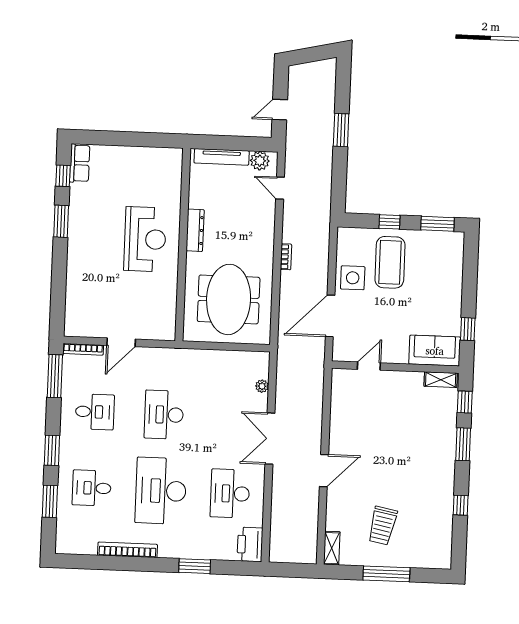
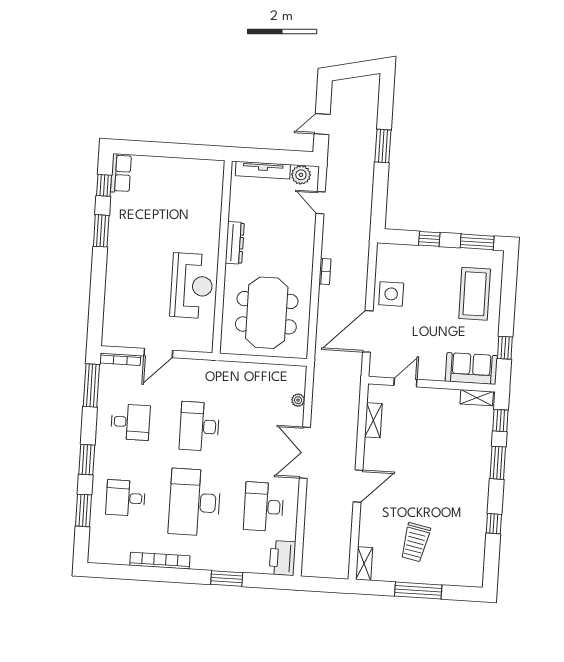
reception desk: (145, 239) -> (192, 286), moved
coffee table: (390, 262) -> (475, 294), moved
shelving: (338, 405) -> (373, 420), added

